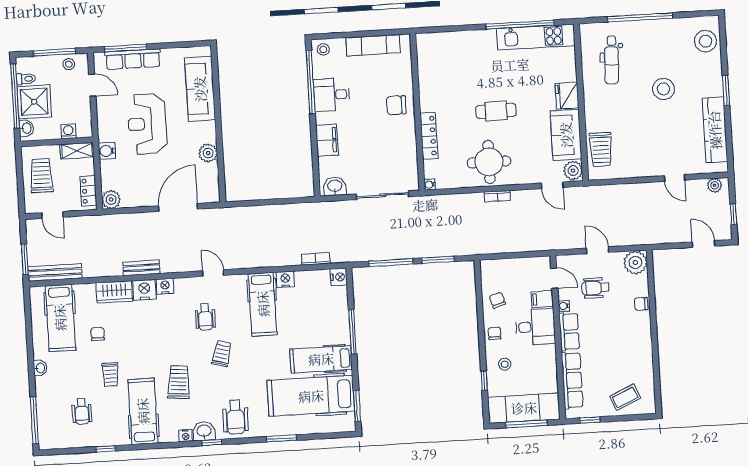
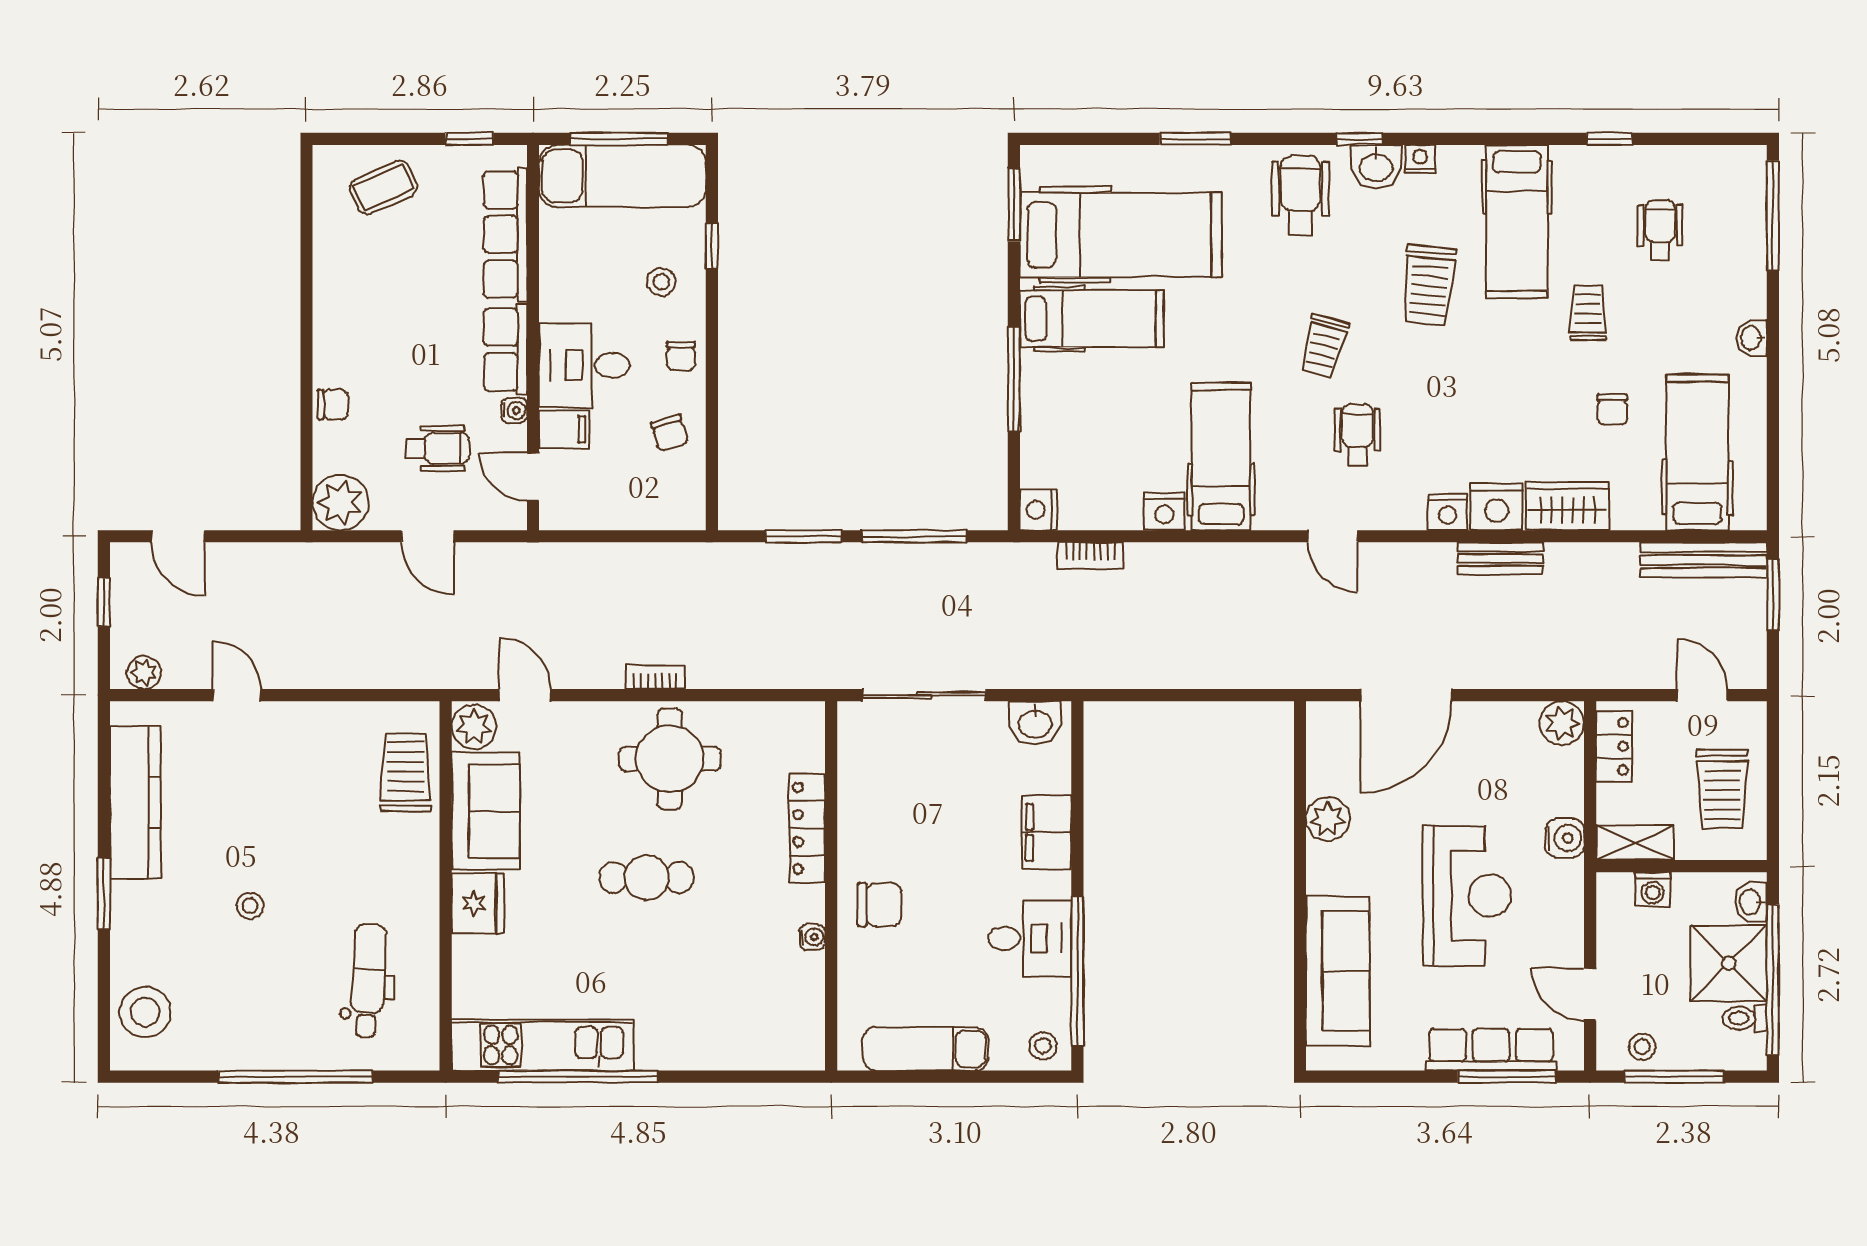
stool: (664, 89) -> (250, 906), width x0.53, depth x0.53
water cooler: (430, 185) -> (812, 937), moved

